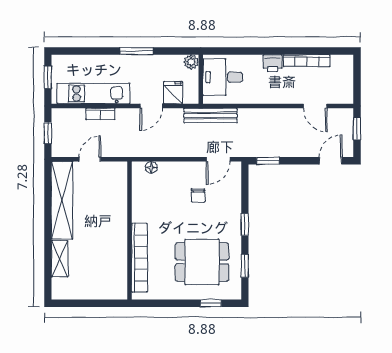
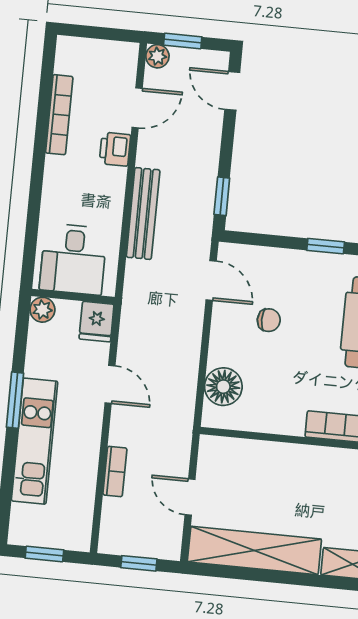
printer: (273, 63) -> (115, 149), moved, turned 180
kitchen unit: (93, 93) -> (35, 441), moved, turned 180
fridge: (173, 93) -> (97, 322), moved, turned -90
bench: (210, 115) -> (143, 214), moved
plant: (347, 115) -> (157, 56), added
floor lamp: (151, 167) -> (223, 387), width x1.89, depth x1.89

